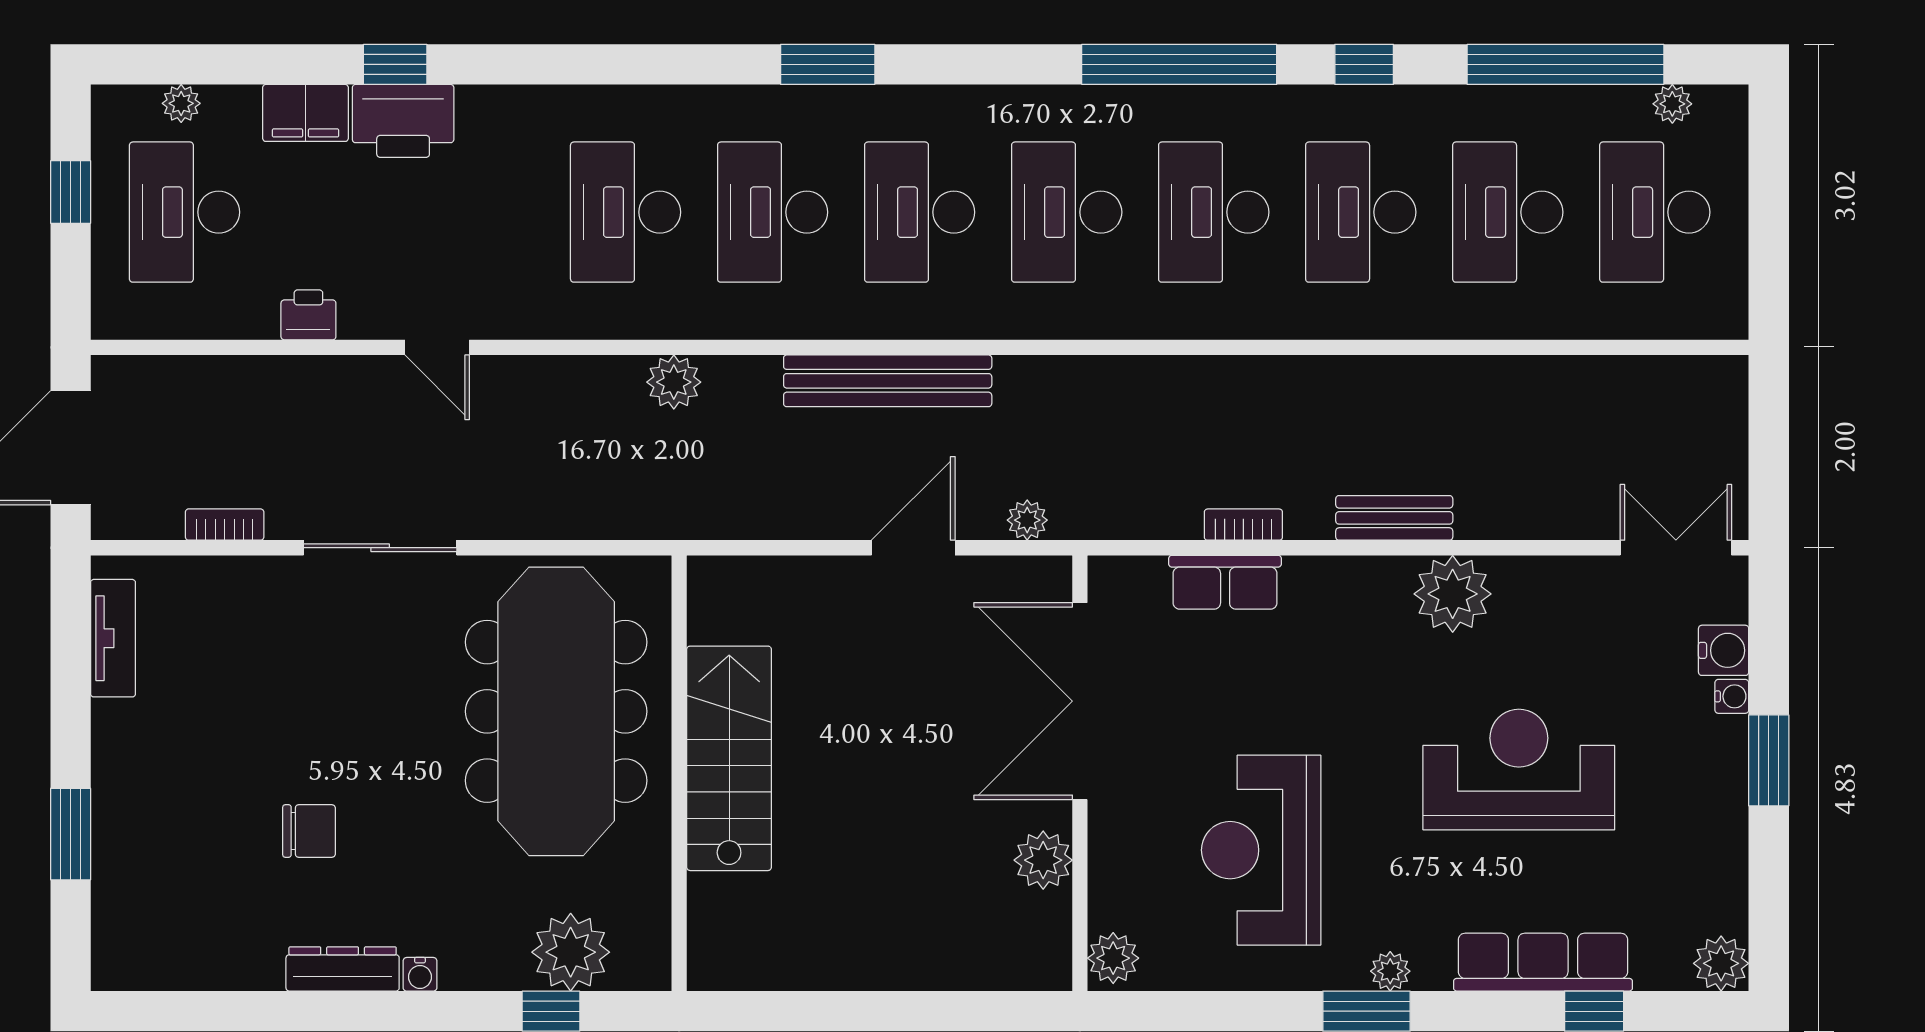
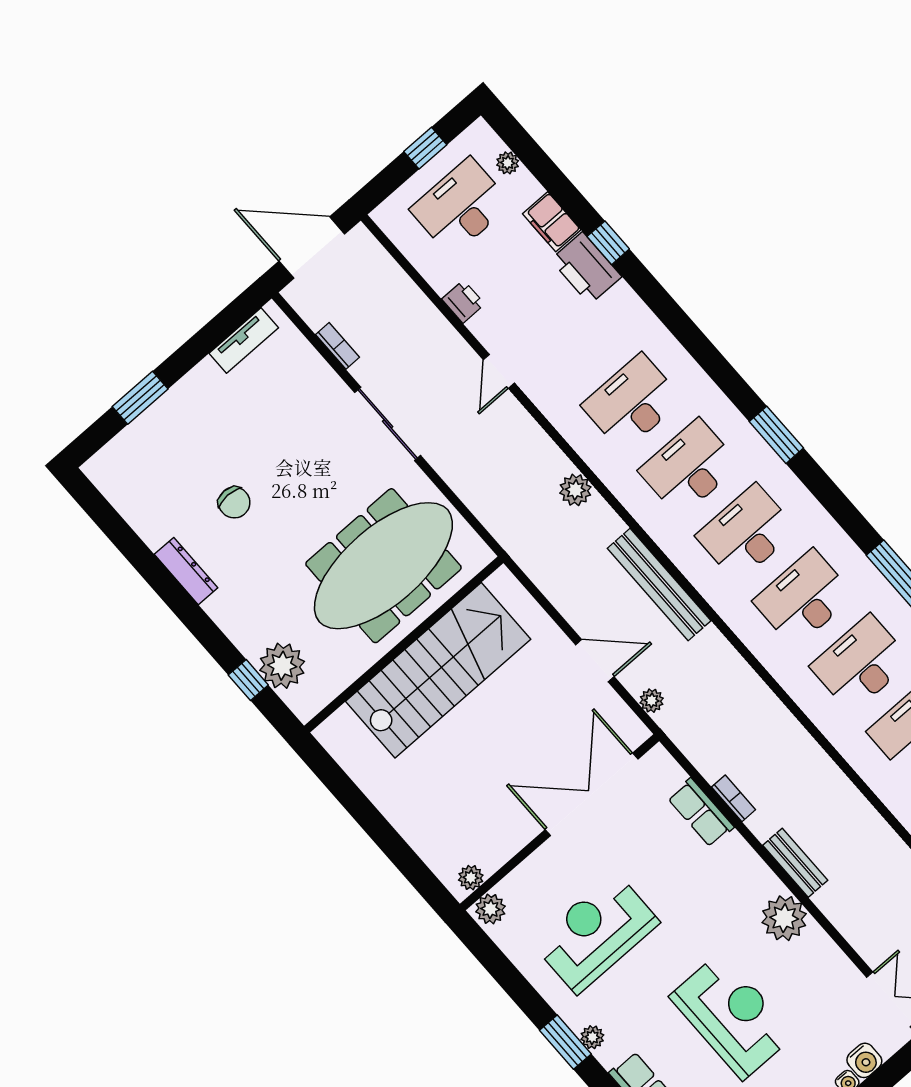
stairs: (729, 758) -> (438, 670), width x1.36, depth x1.51
plant: (1043, 860) -> (471, 878), moved, width x0.73, depth x0.73
water cooler: (420, 974) -> (214, 607), removed

